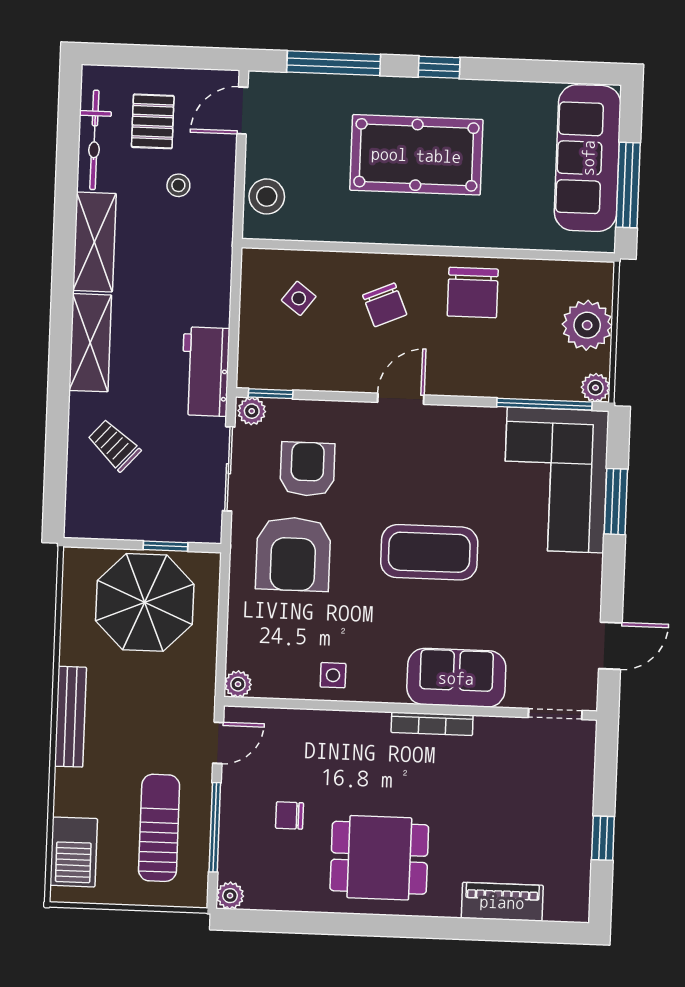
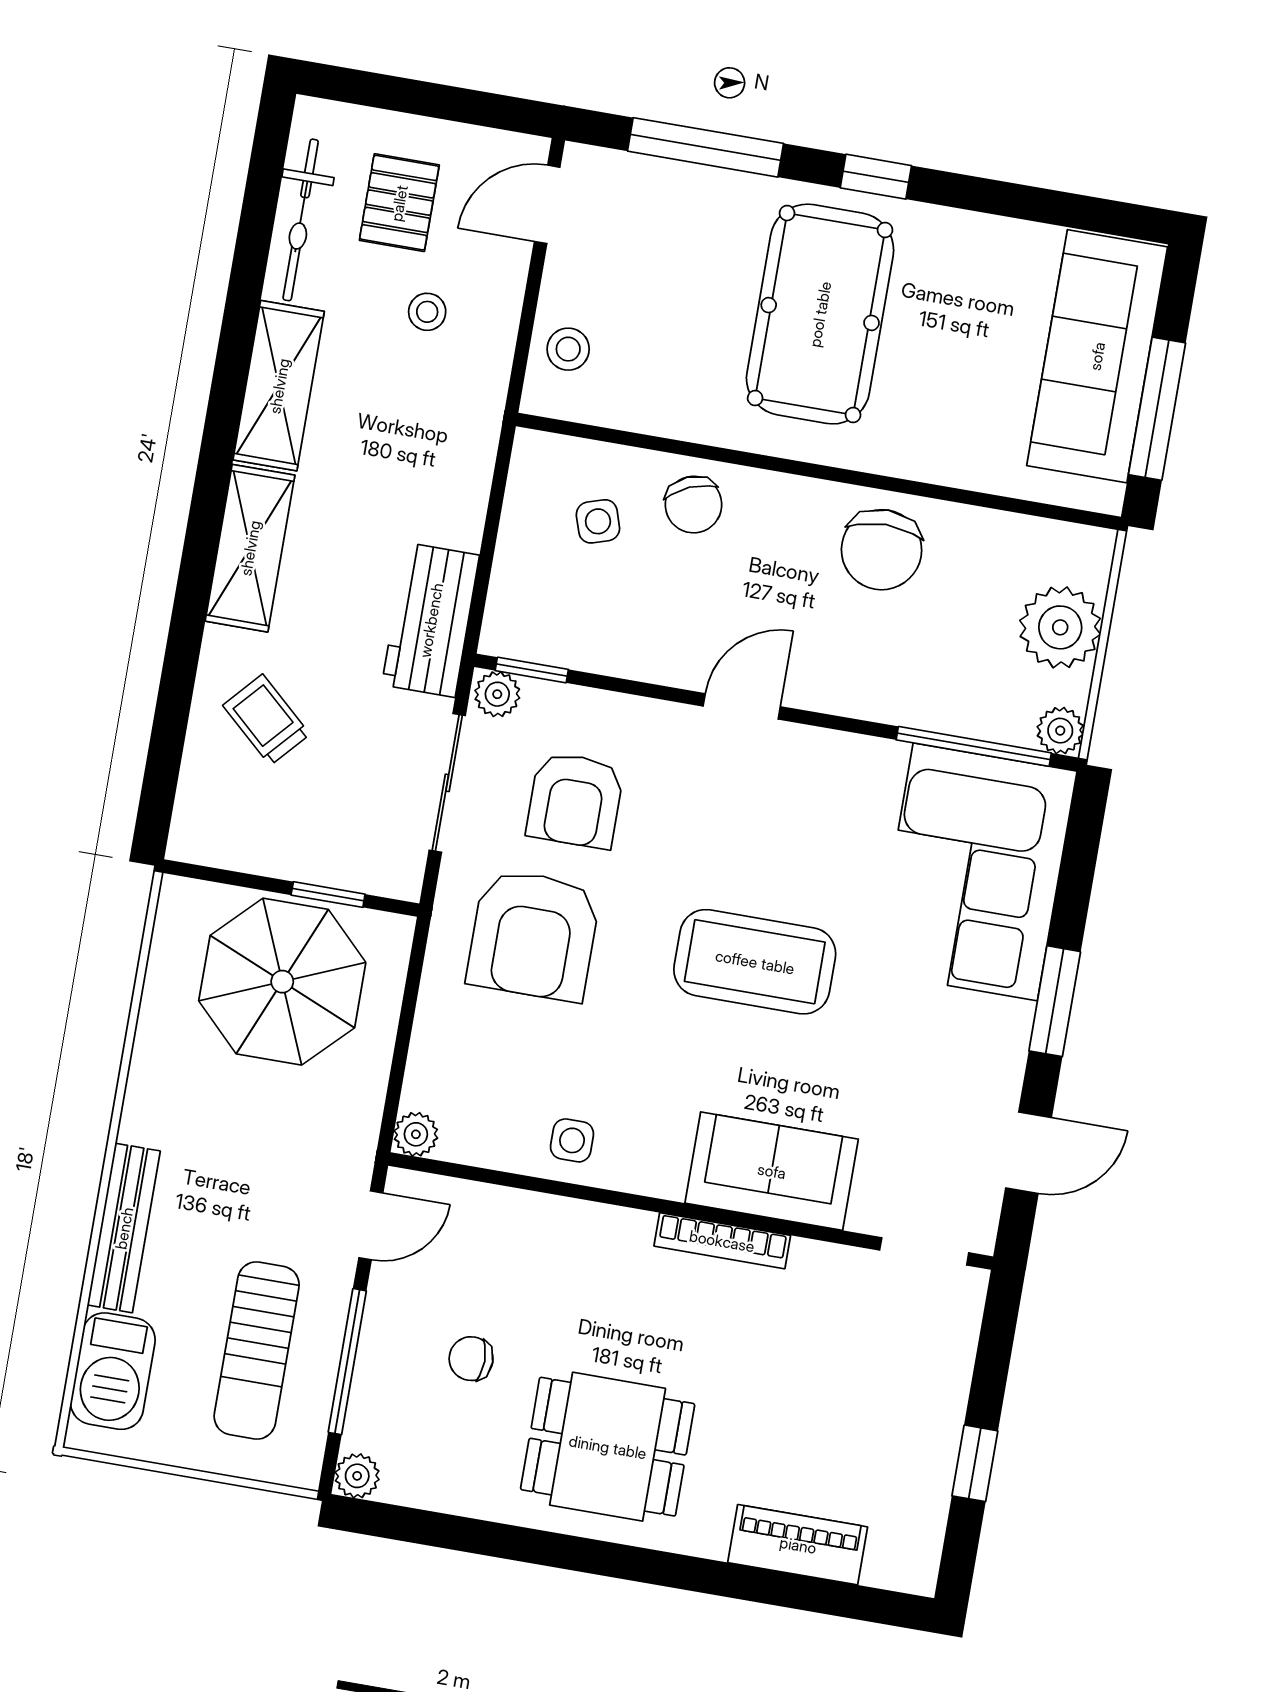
pool table: (416, 155) -> (820, 314), turned 90
stool: (267, 196) -> (568, 349), width x0.73, depth x0.73
side table: (299, 298) -> (598, 521), turned 35
chair: (385, 305) -> (693, 505), moved
armchair: (307, 469) -> (575, 800), turned 180
window: (616, 502) -> (1055, 1001), moved
bench: (70, 717) -> (124, 1228), moved
sun lounger: (159, 828) -> (257, 1351), turned 180

